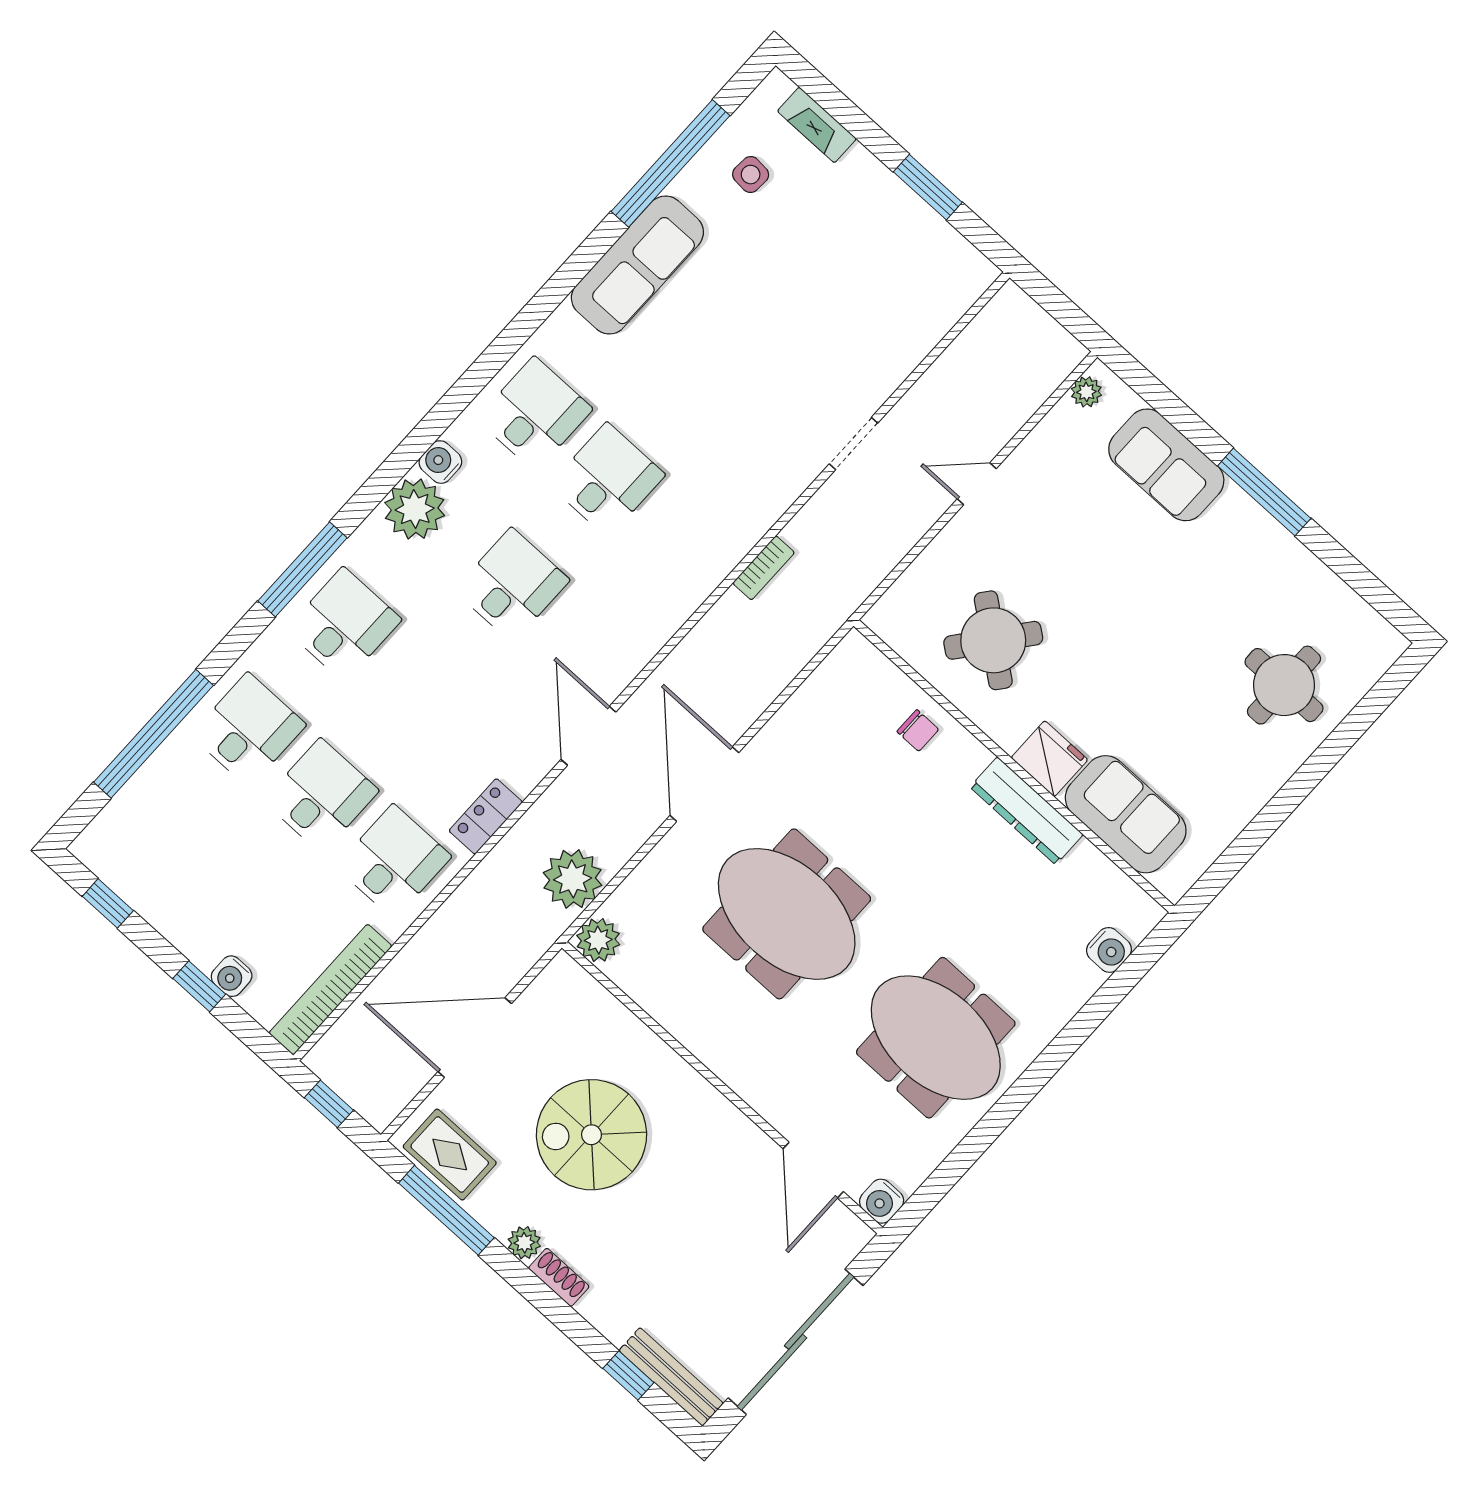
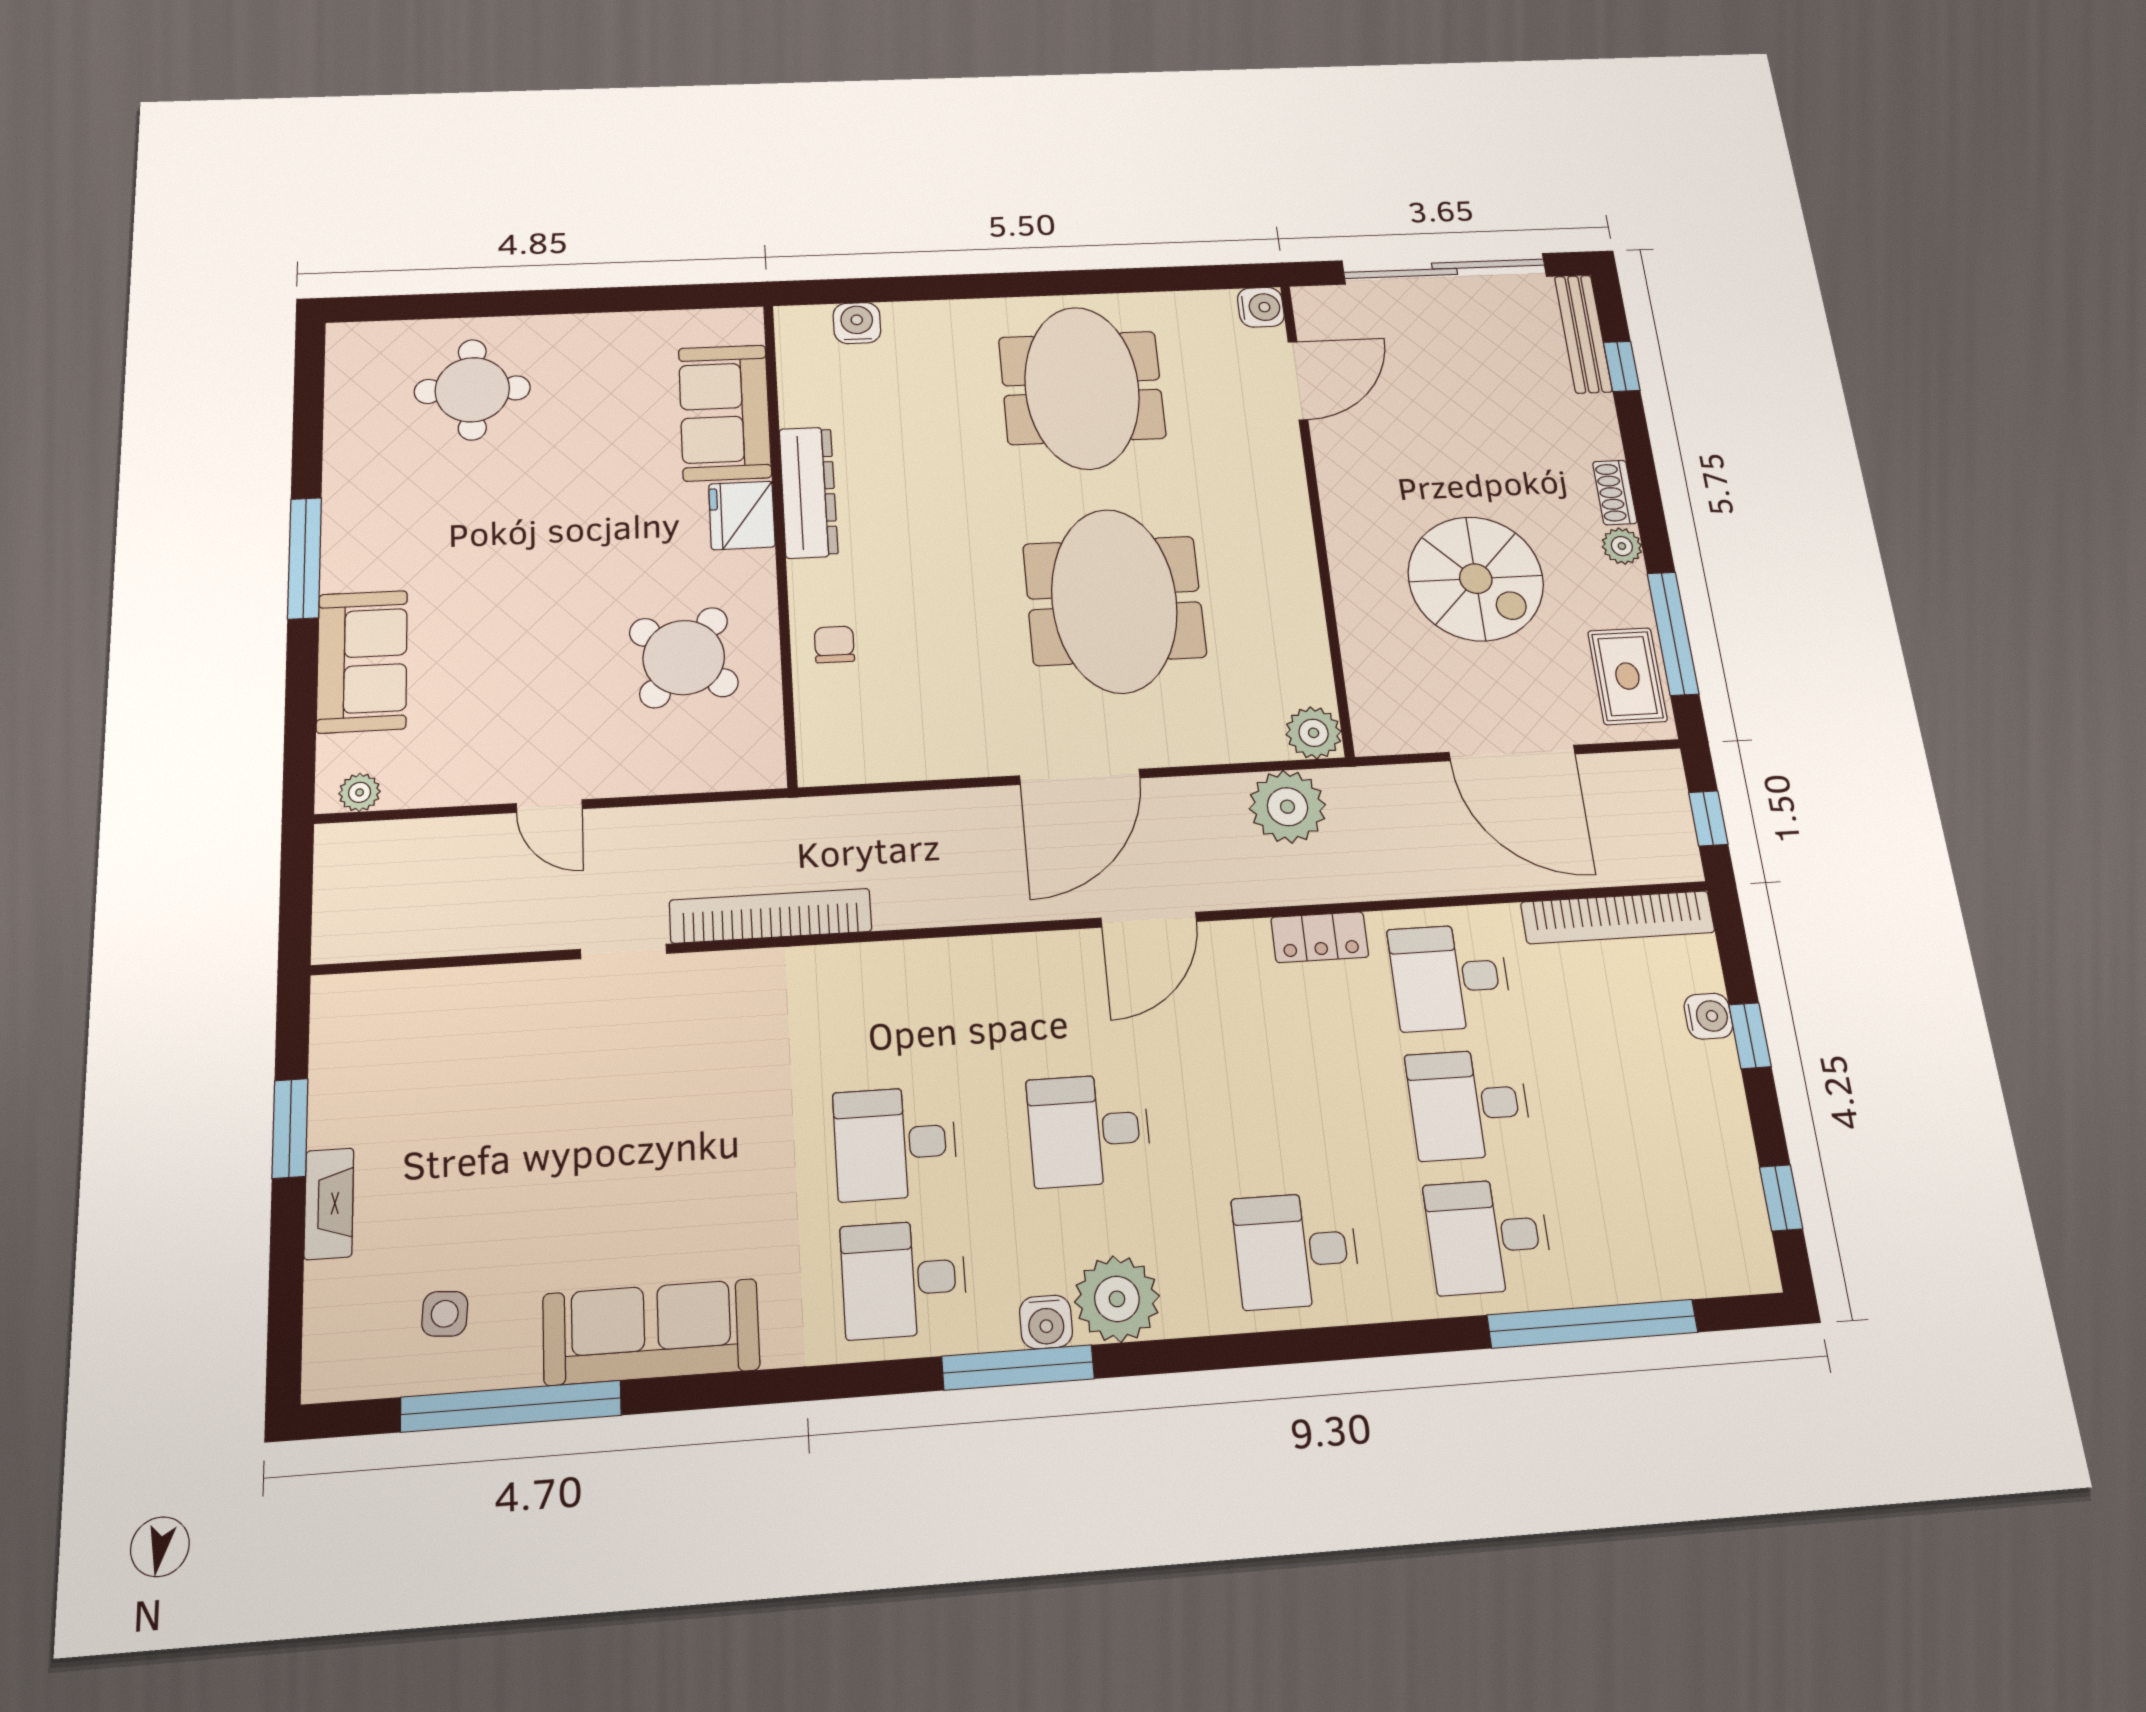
fireplace: (817, 125) -> (329, 1204), moved
bookcase: (764, 568) -> (771, 916), width x2.31, depth x1.31
window: (303, 569) -> (1018, 1367), moved

